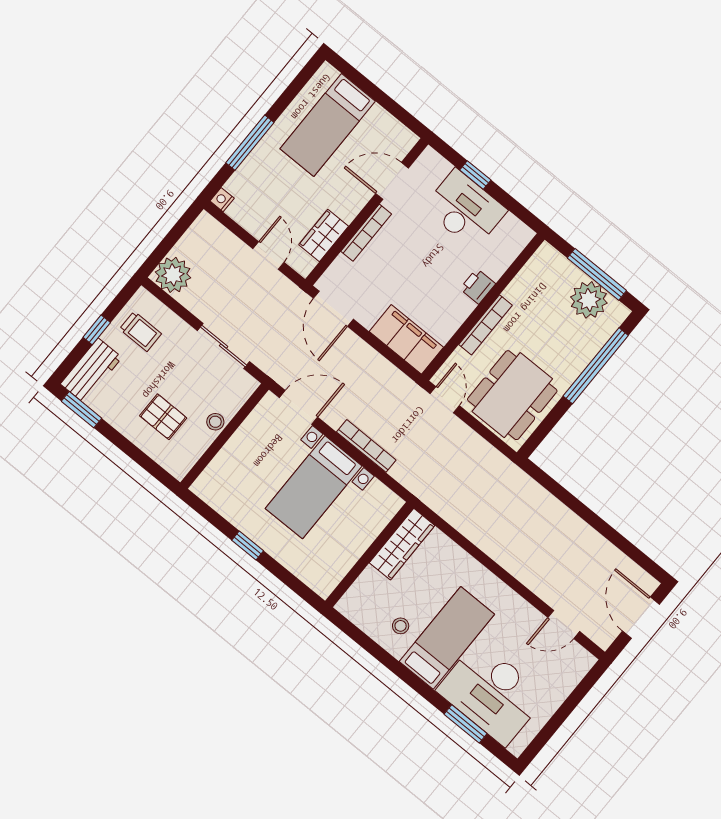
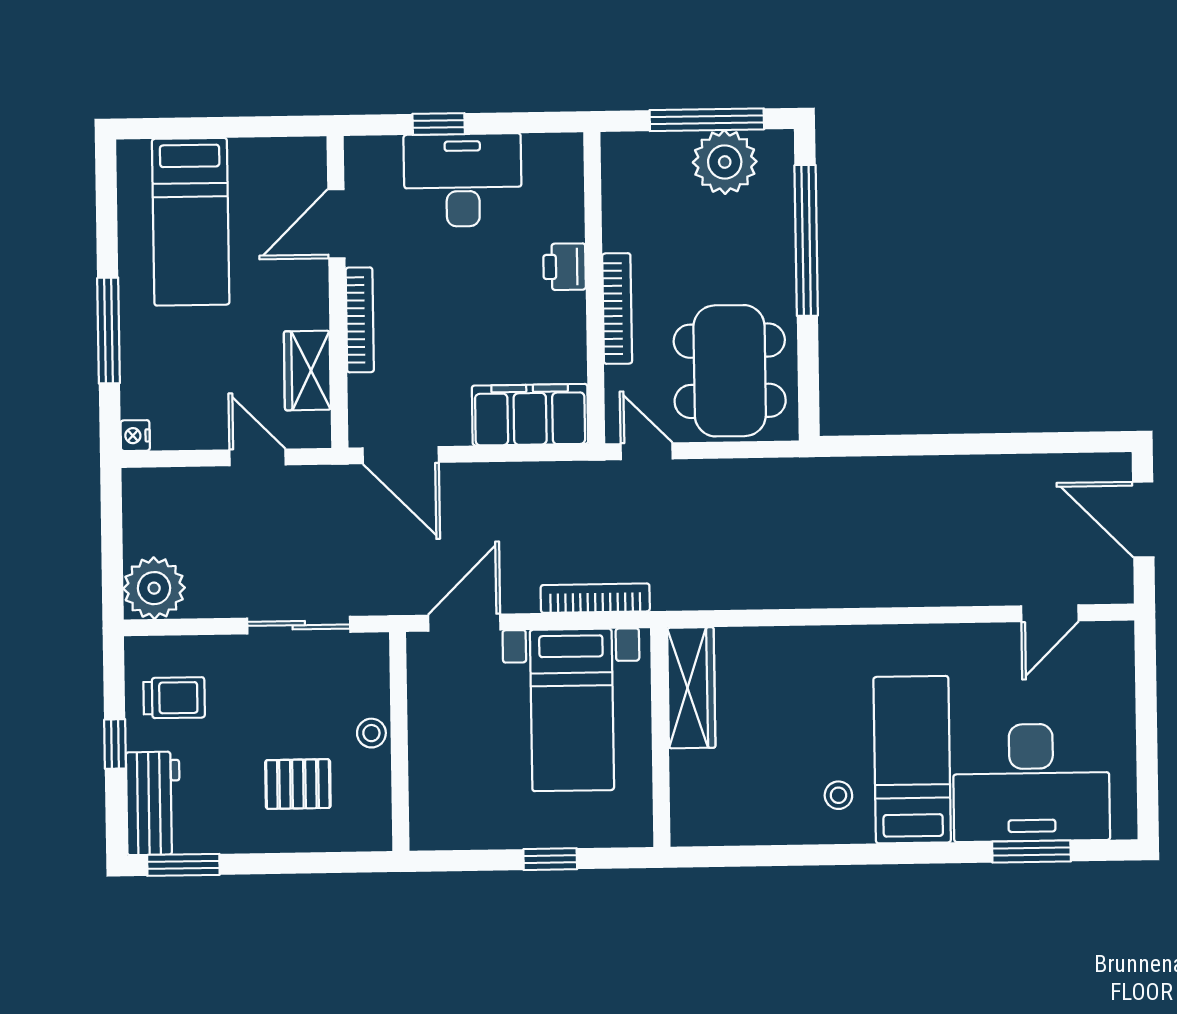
wardrobe: (402, 544) -> (691, 688), moved
wall: (369, 555) -> (660, 737), moved

